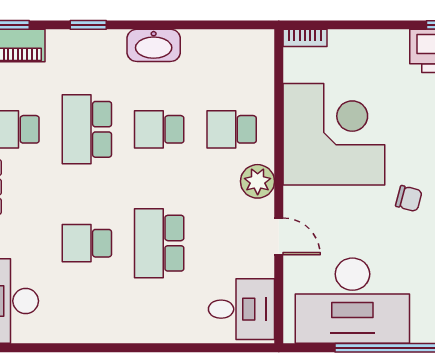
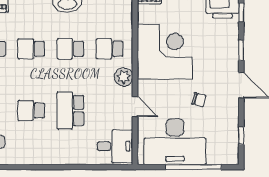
school desk: (87, 129) -> (31, 49), width x0.54
chair: (409, 199) -> (199, 100), moved

